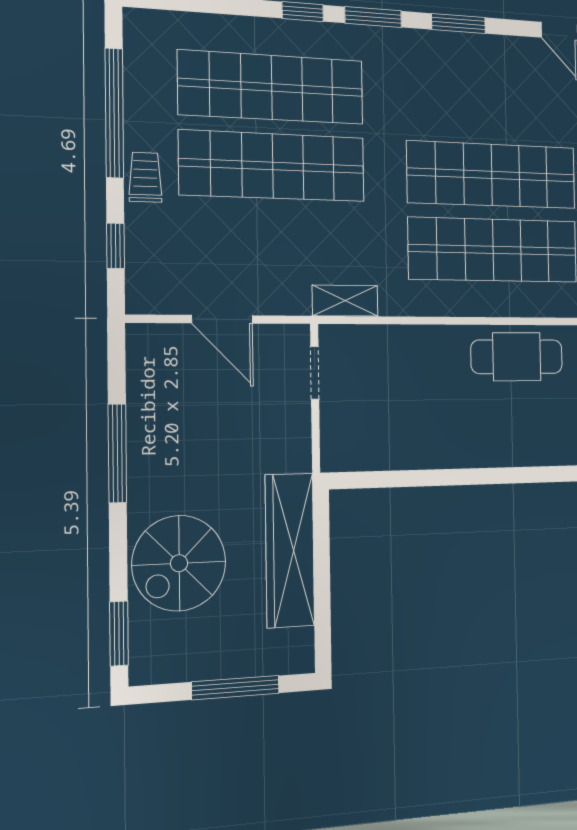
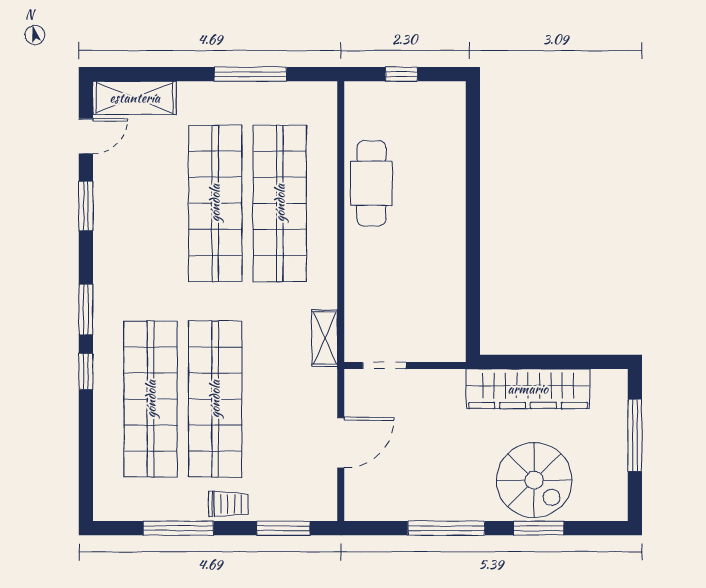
window: (458, 23) -> (86, 206), moved
window: (114, 113) -> (178, 528), width x0.68
trolley: (145, 177) -> (228, 504), turned 180
window: (115, 246) -> (283, 528), width x1.50
window: (119, 634) -> (539, 528), moved

